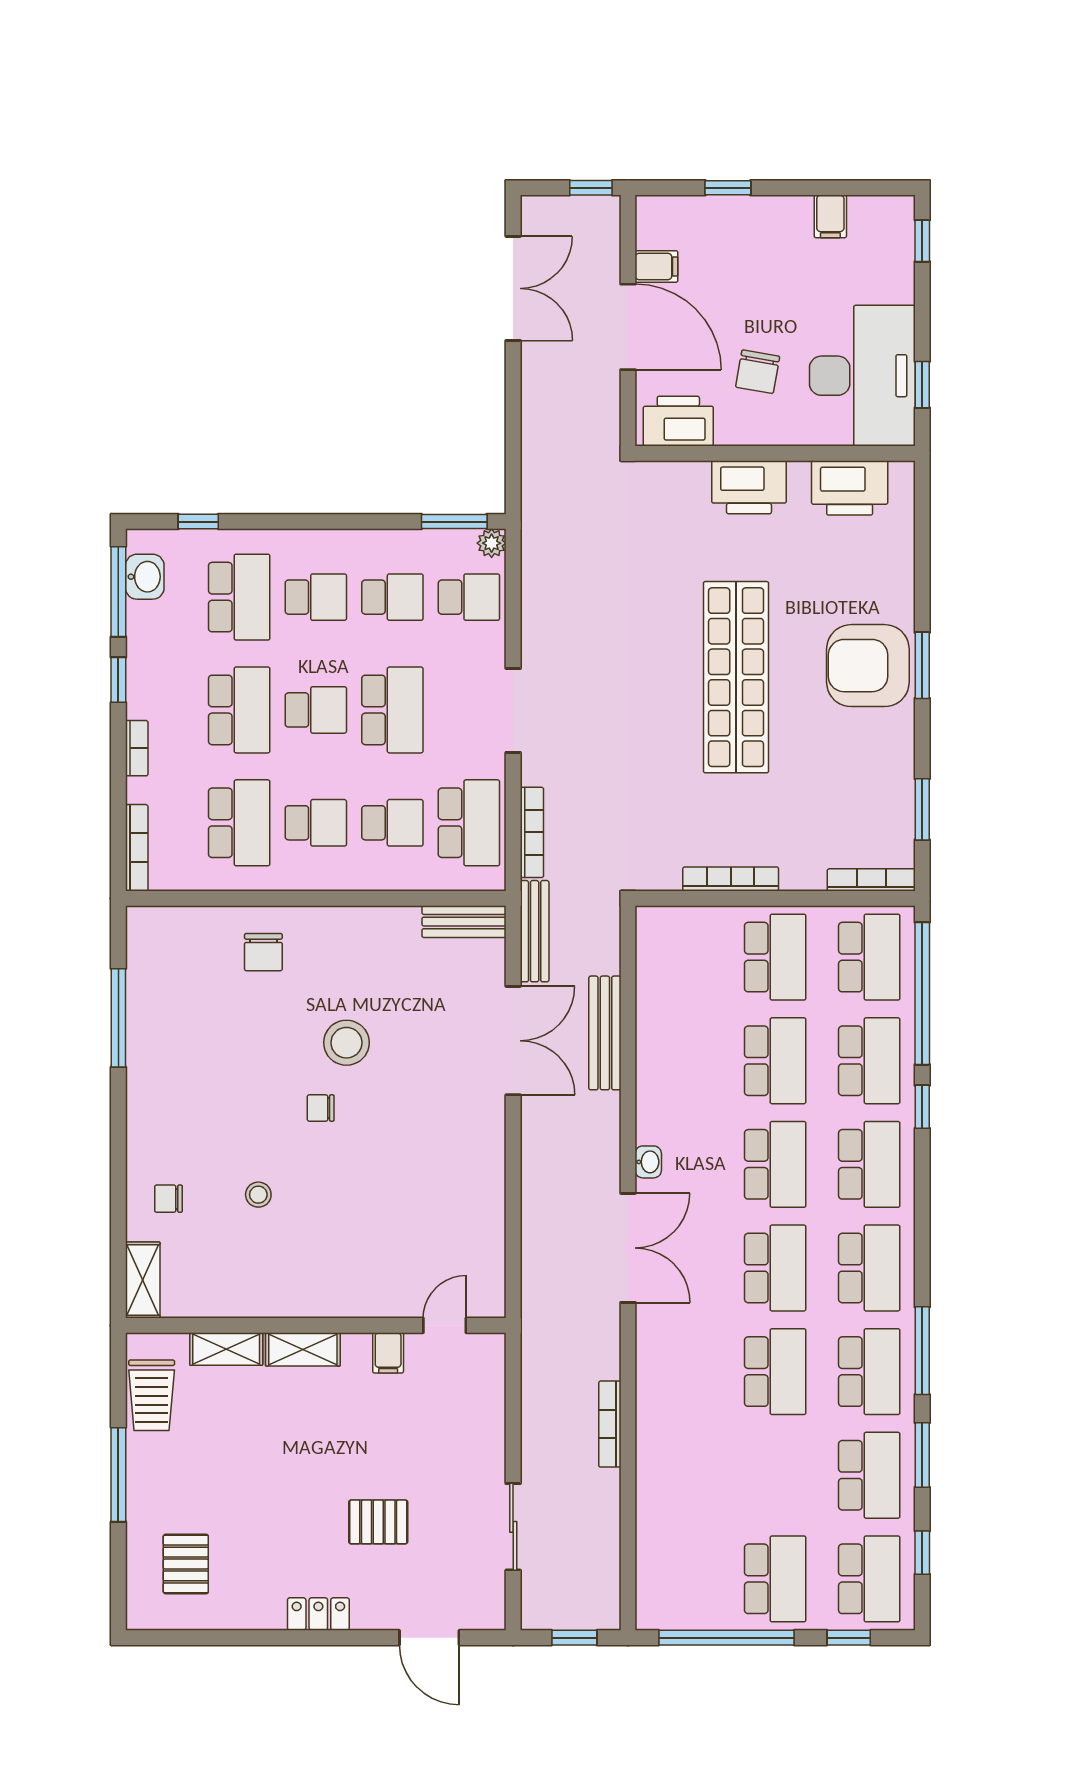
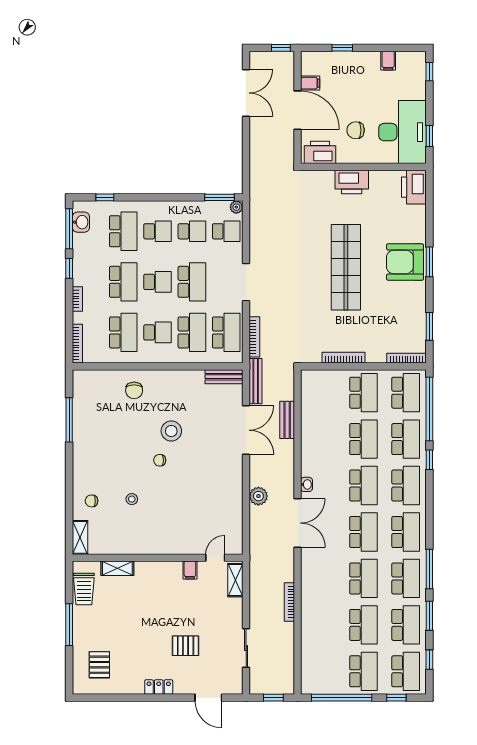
chair: (758, 372) -> (356, 130), turned 80
printer: (850, 488) -> (414, 187), moved, turned 90
school desk: (392, 823) -> (192, 332), width x1.85
bench: (605, 1033) -> (287, 420), width x0.73
plant: (541, 1188) -> (258, 496), added
shelving: (303, 1349) -> (235, 580), moved, turned 90
school desk: (775, 1475) -> (363, 625), added

